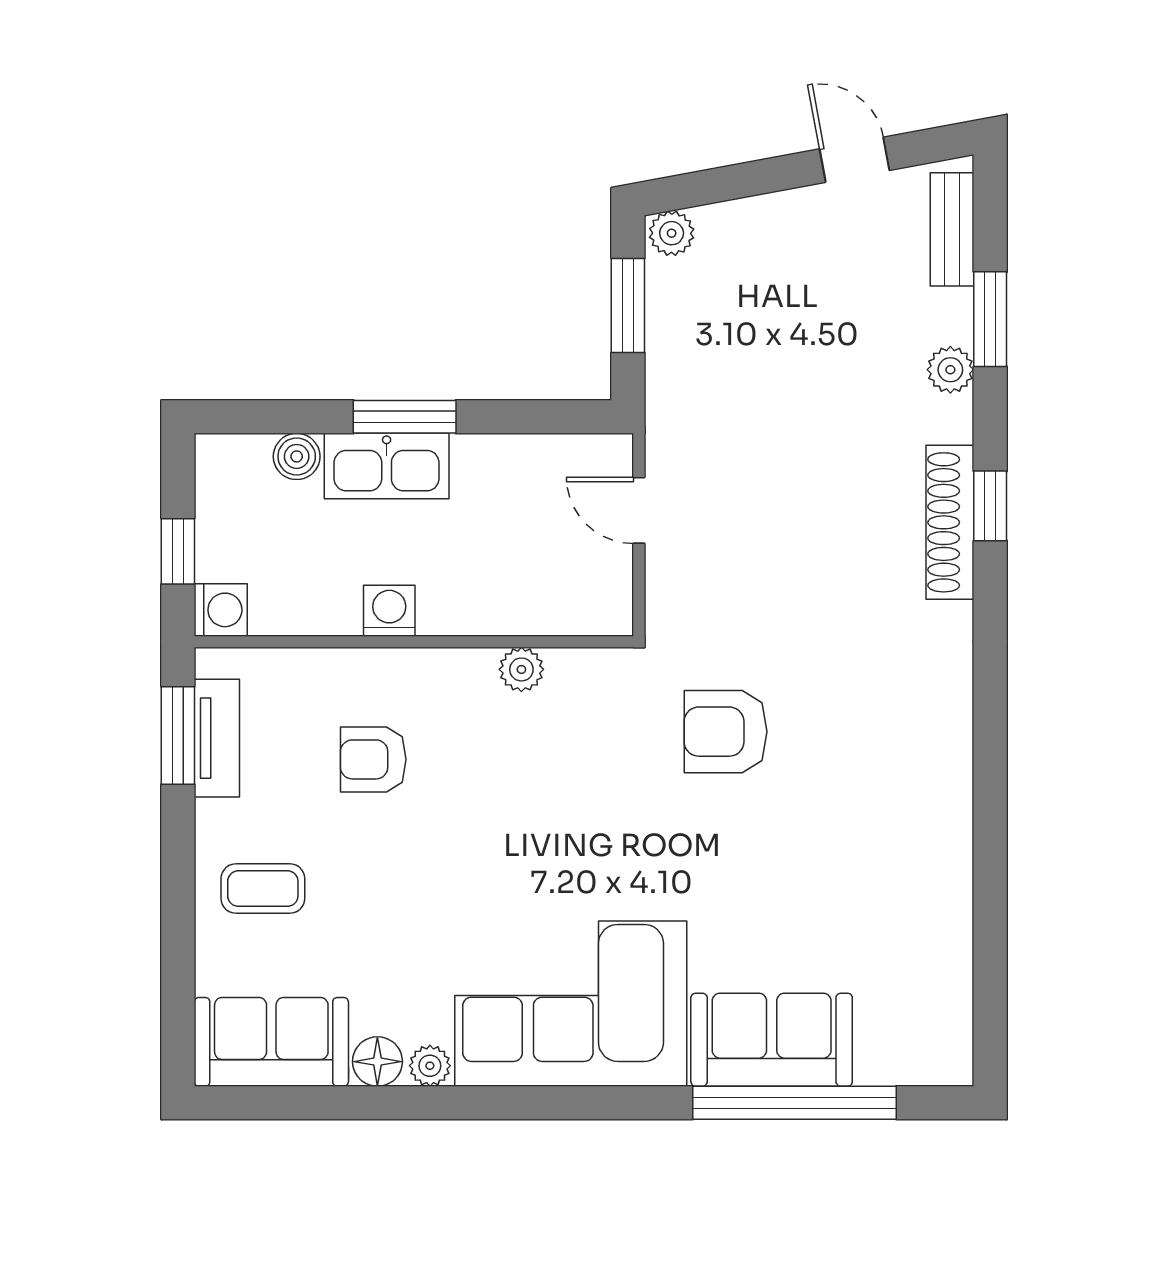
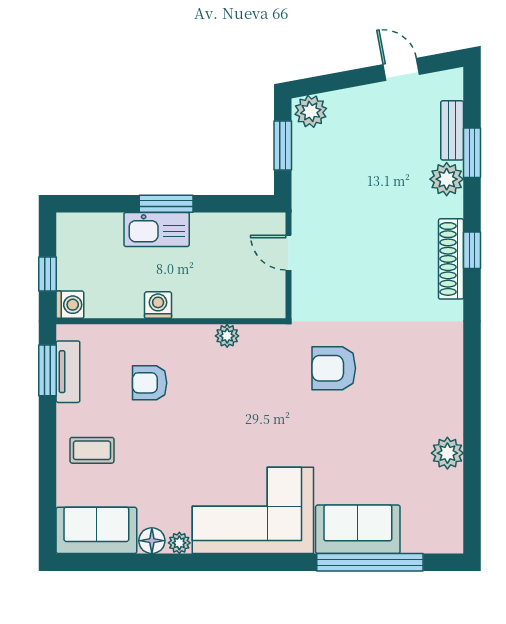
bench: (952, 229) -> (452, 130), moved
plant: (672, 233) -> (311, 111), width x1.38, depth x1.38
plant: (950, 370) -> (447, 179), width x1.38, depth x1.38
boiler: (297, 456) -> (110, 224), removed
plant: (943, 894) -> (447, 453), added

